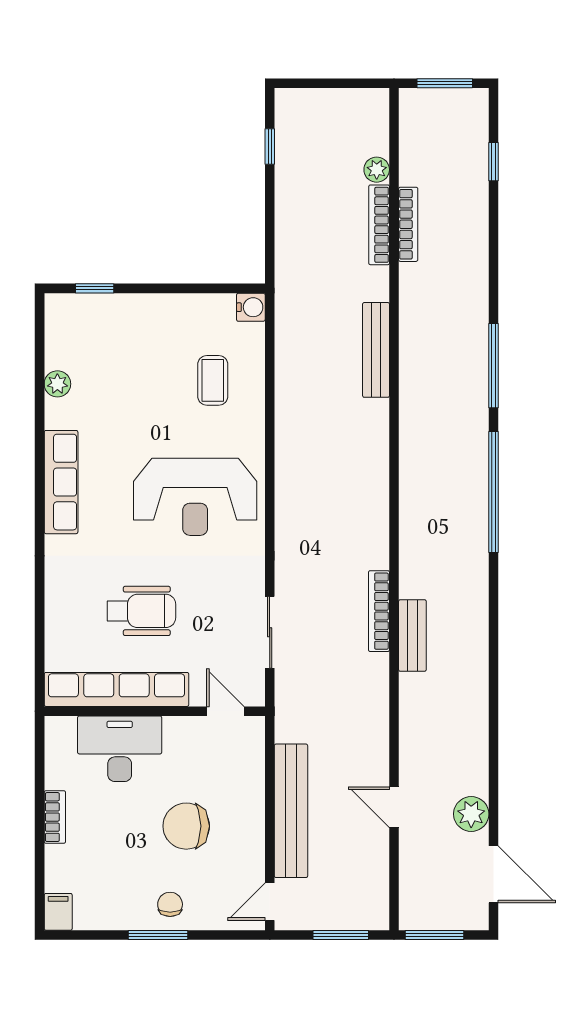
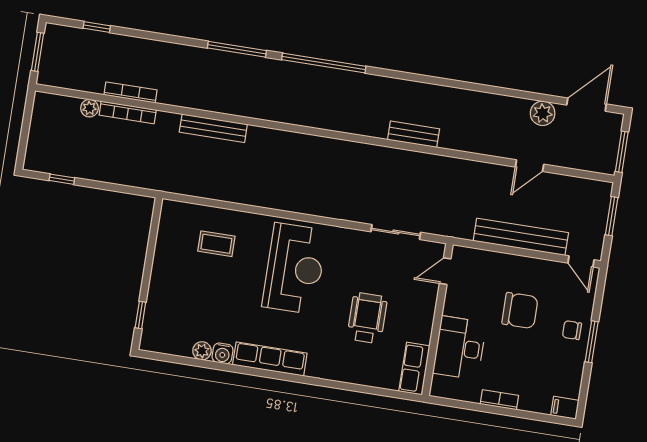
water cooler: (251, 307) -> (223, 353), moved, turned 180
bookcase: (379, 611) -> (393, 155), removed
row of seats: (116, 689) -> (414, 369), width x0.50
chair: (186, 826) -> (520, 310), turned -90

